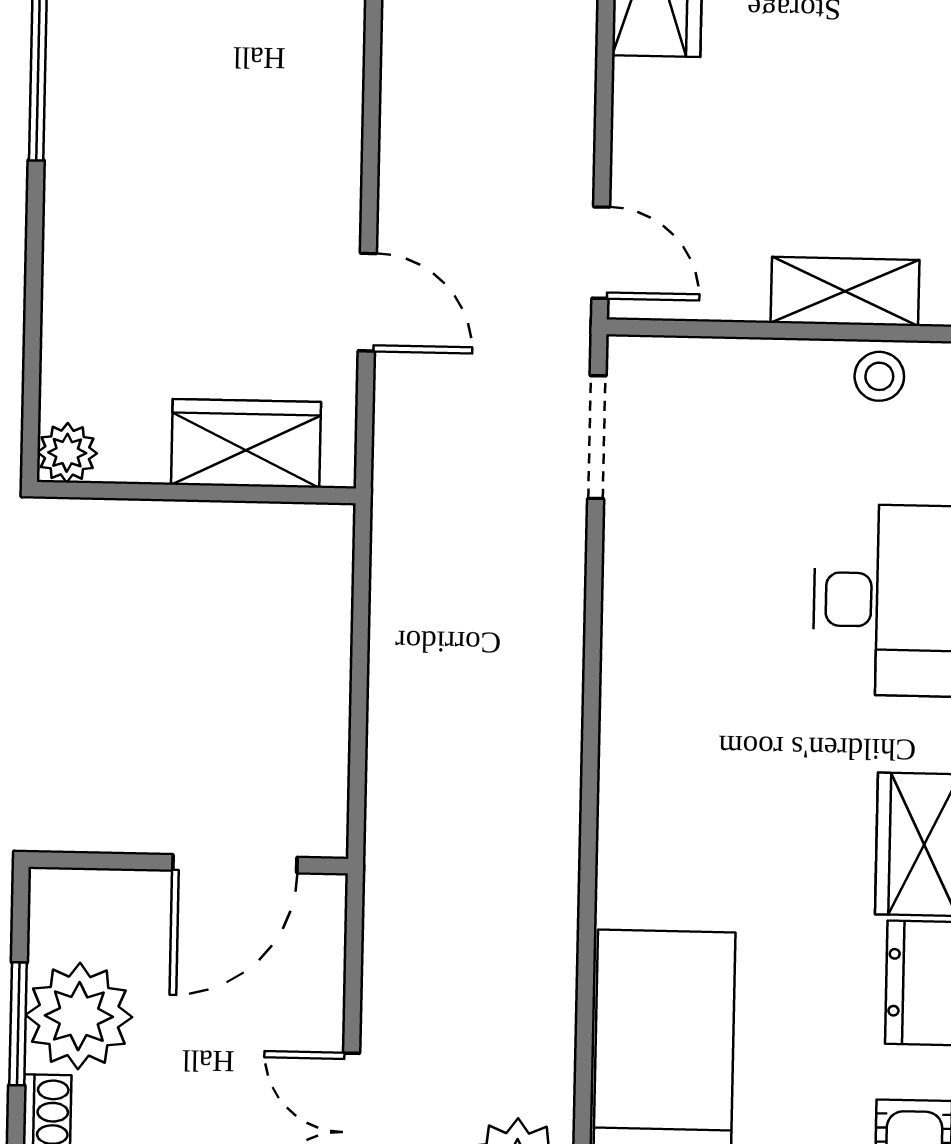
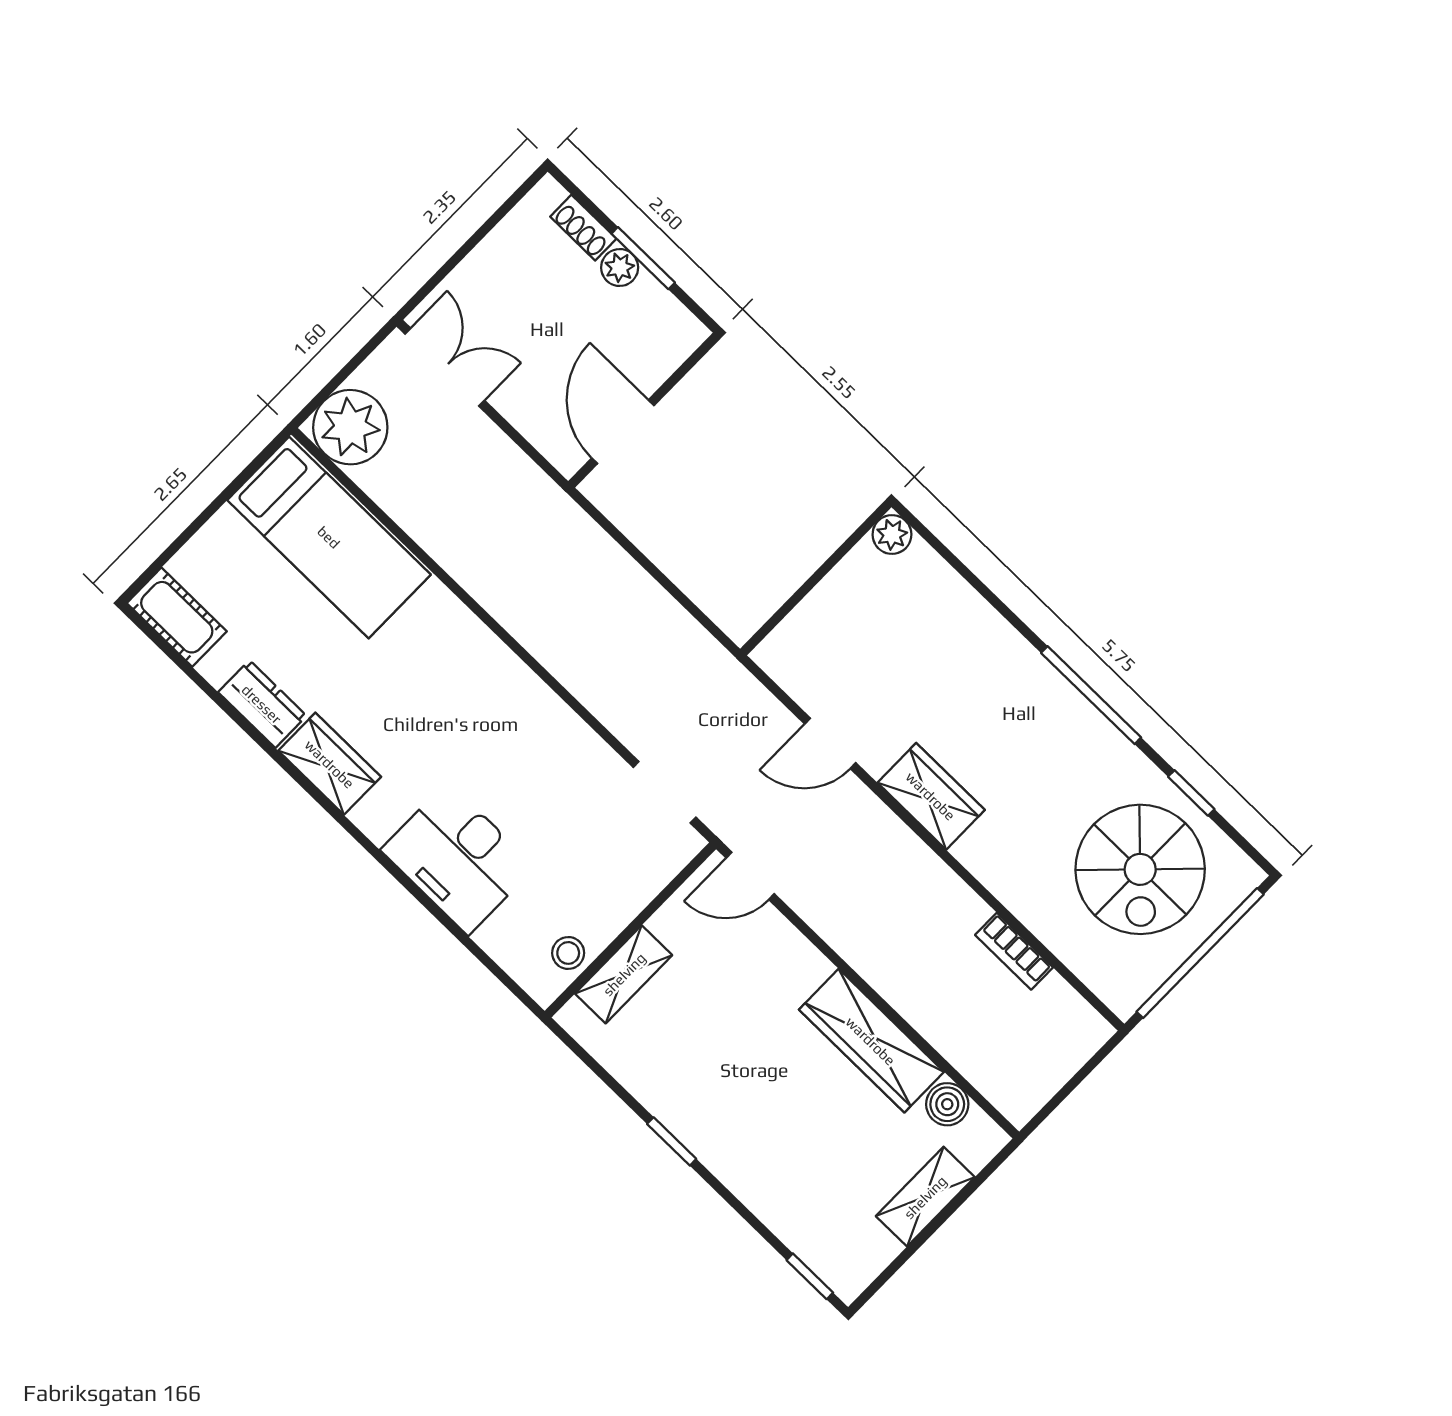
wardrobe: (246, 443) -> (931, 796), moved, turned -90
plant: (79, 1016) -> (620, 268), width x0.53, depth x0.53

